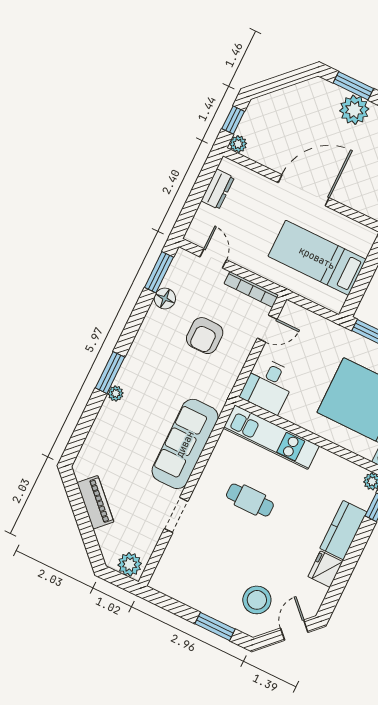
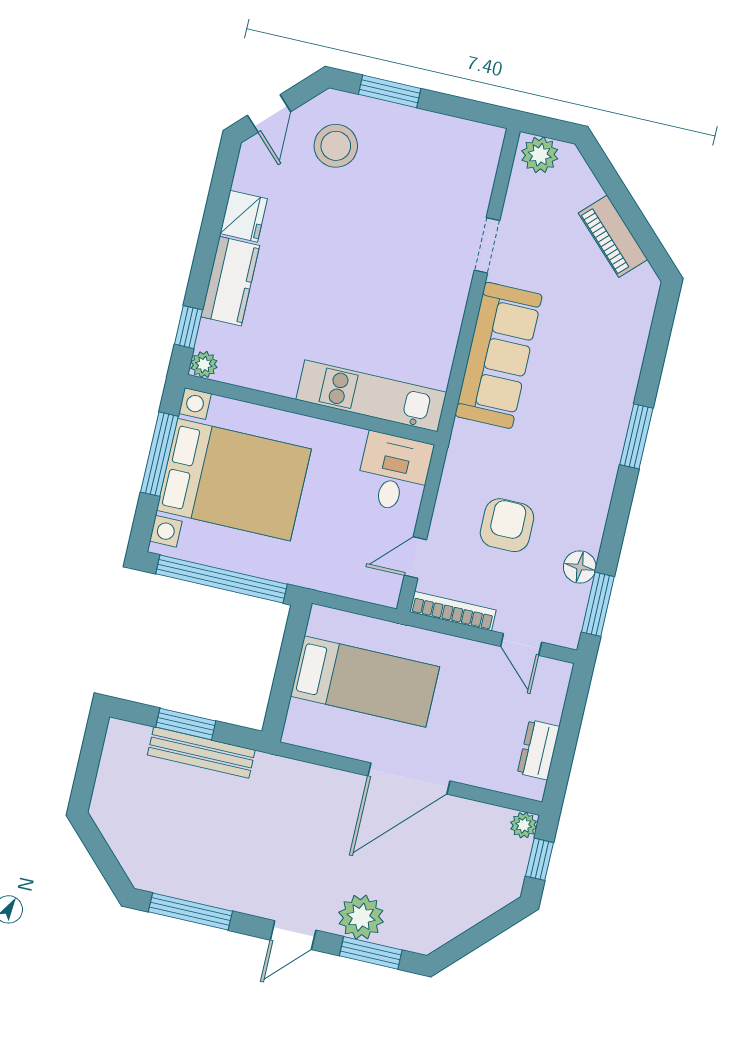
plant: (116, 393) -> (621, 407), removed
cafe table: (250, 500) -> (381, 294), removed

